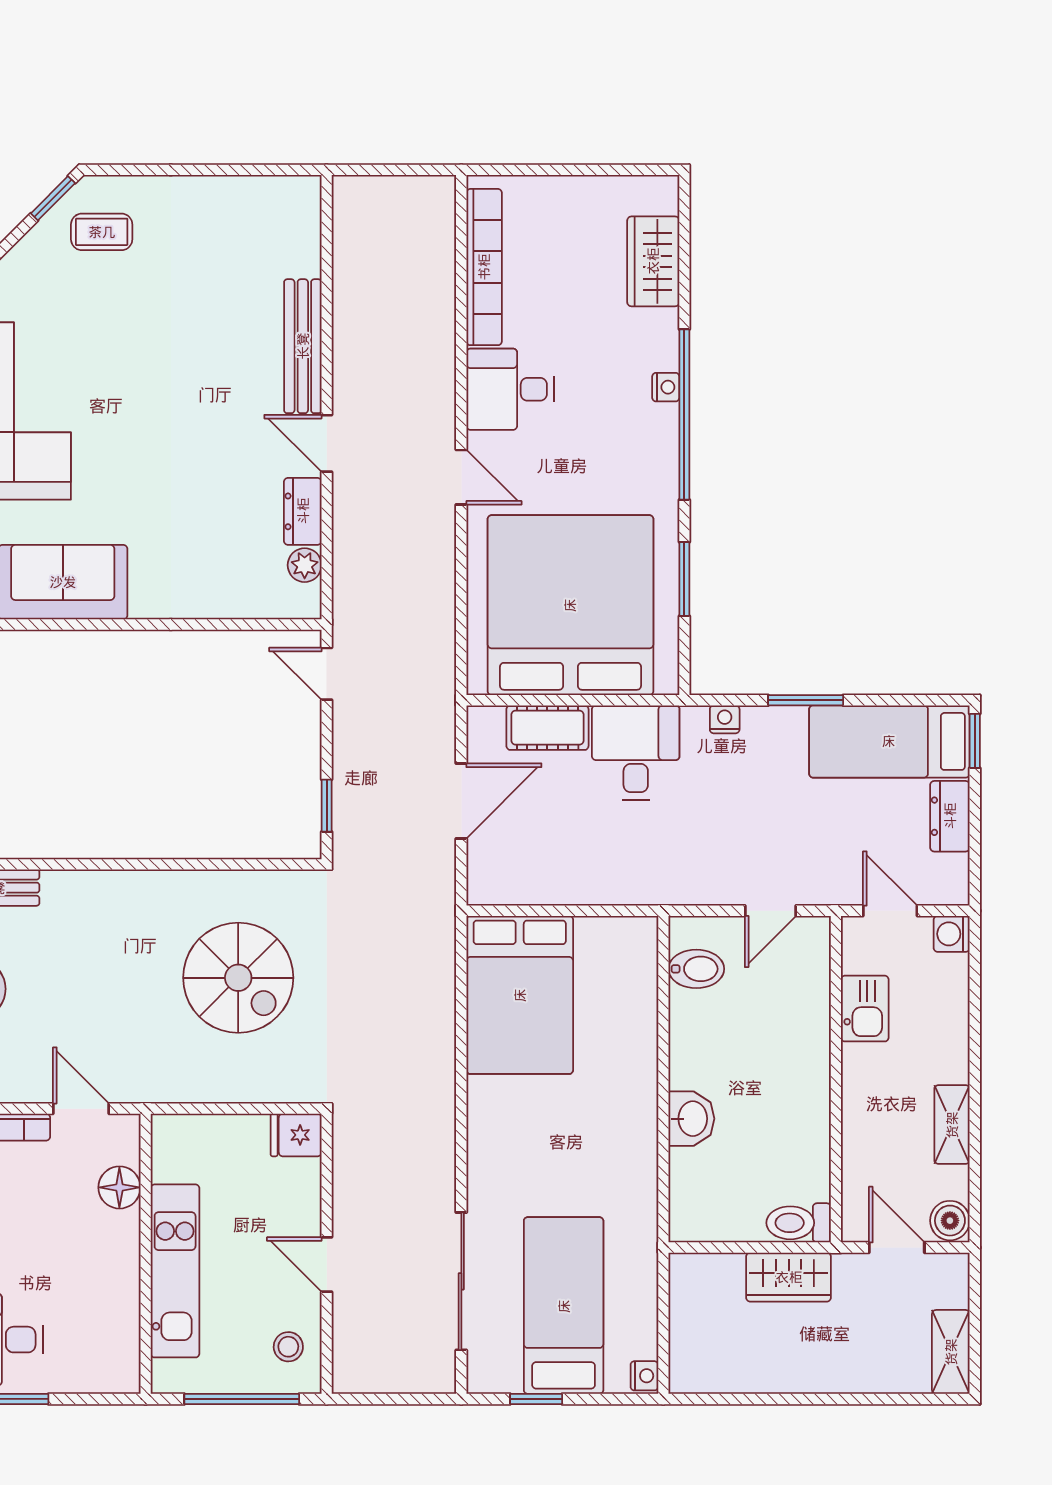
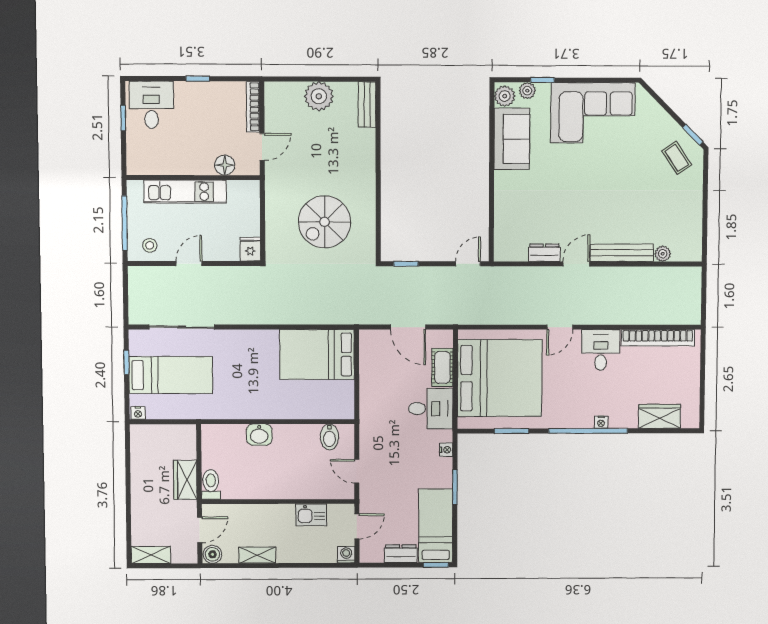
coffee table: (102, 232) -> (677, 158), turned -34
plant: (305, 565) -> (663, 254), moved

